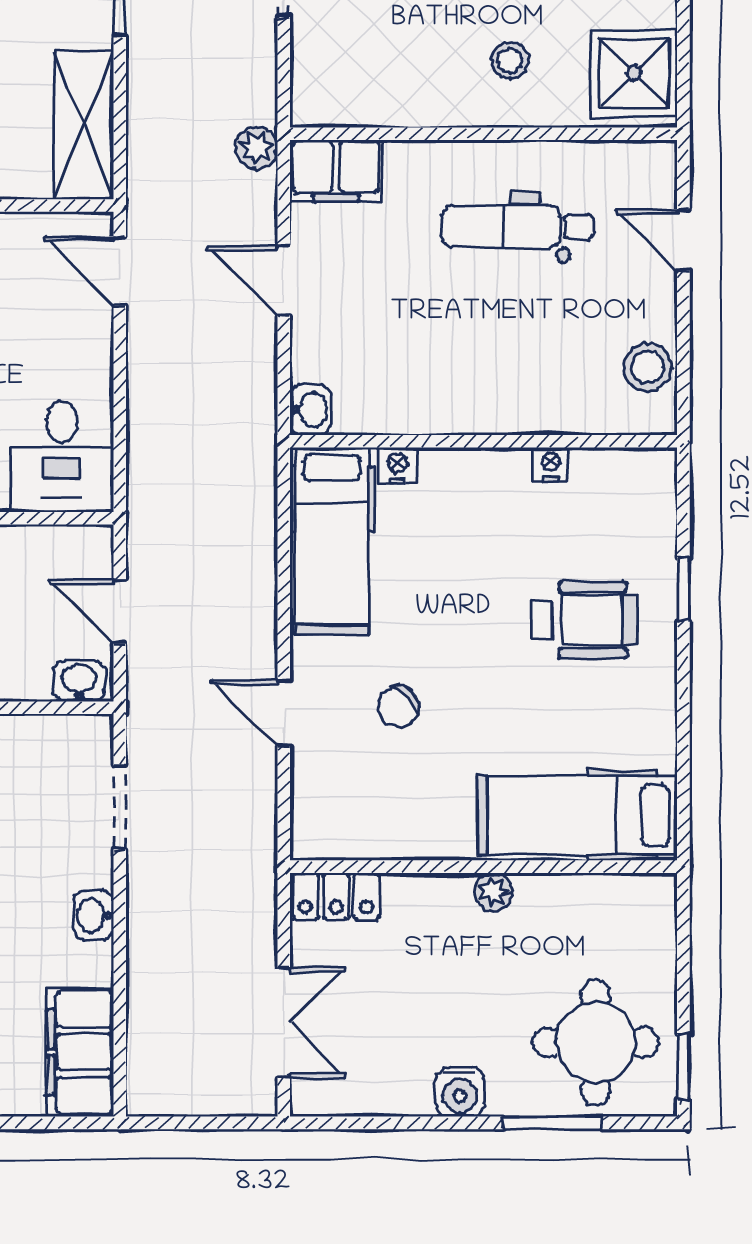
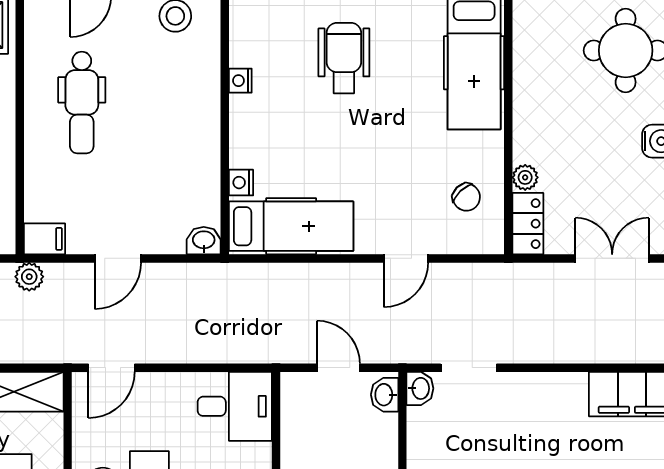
filing cabinet: (336, 171) -> (45, 239), width x0.50
door: (120, 612) -> (338, 368), swing flipped
chair: (398, 706) -> (466, 197), moved
plant: (493, 892) -> (525, 177), moved
washbasin: (93, 916) -> (420, 388), moved, turned -90

